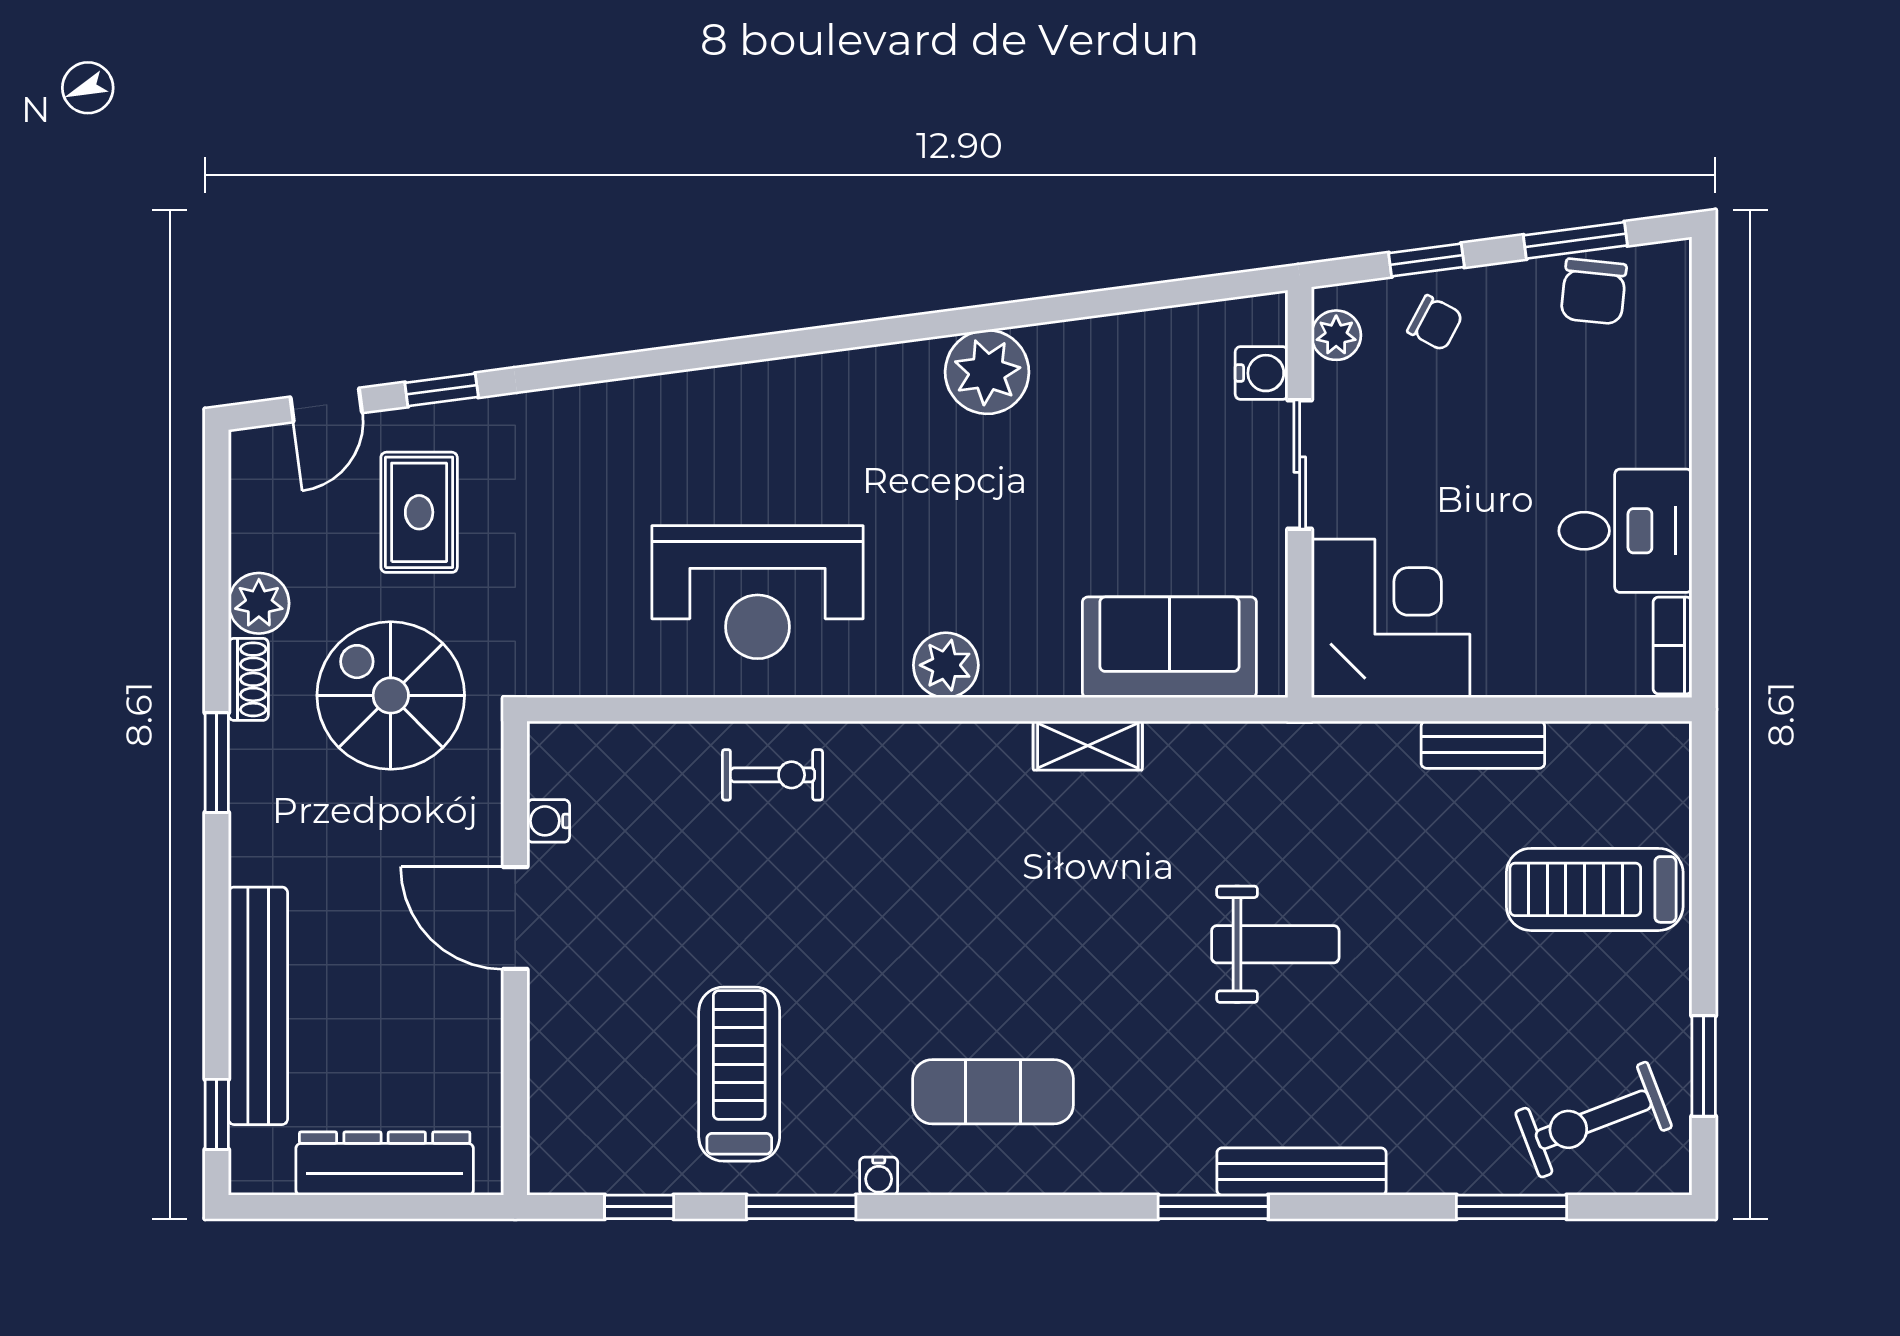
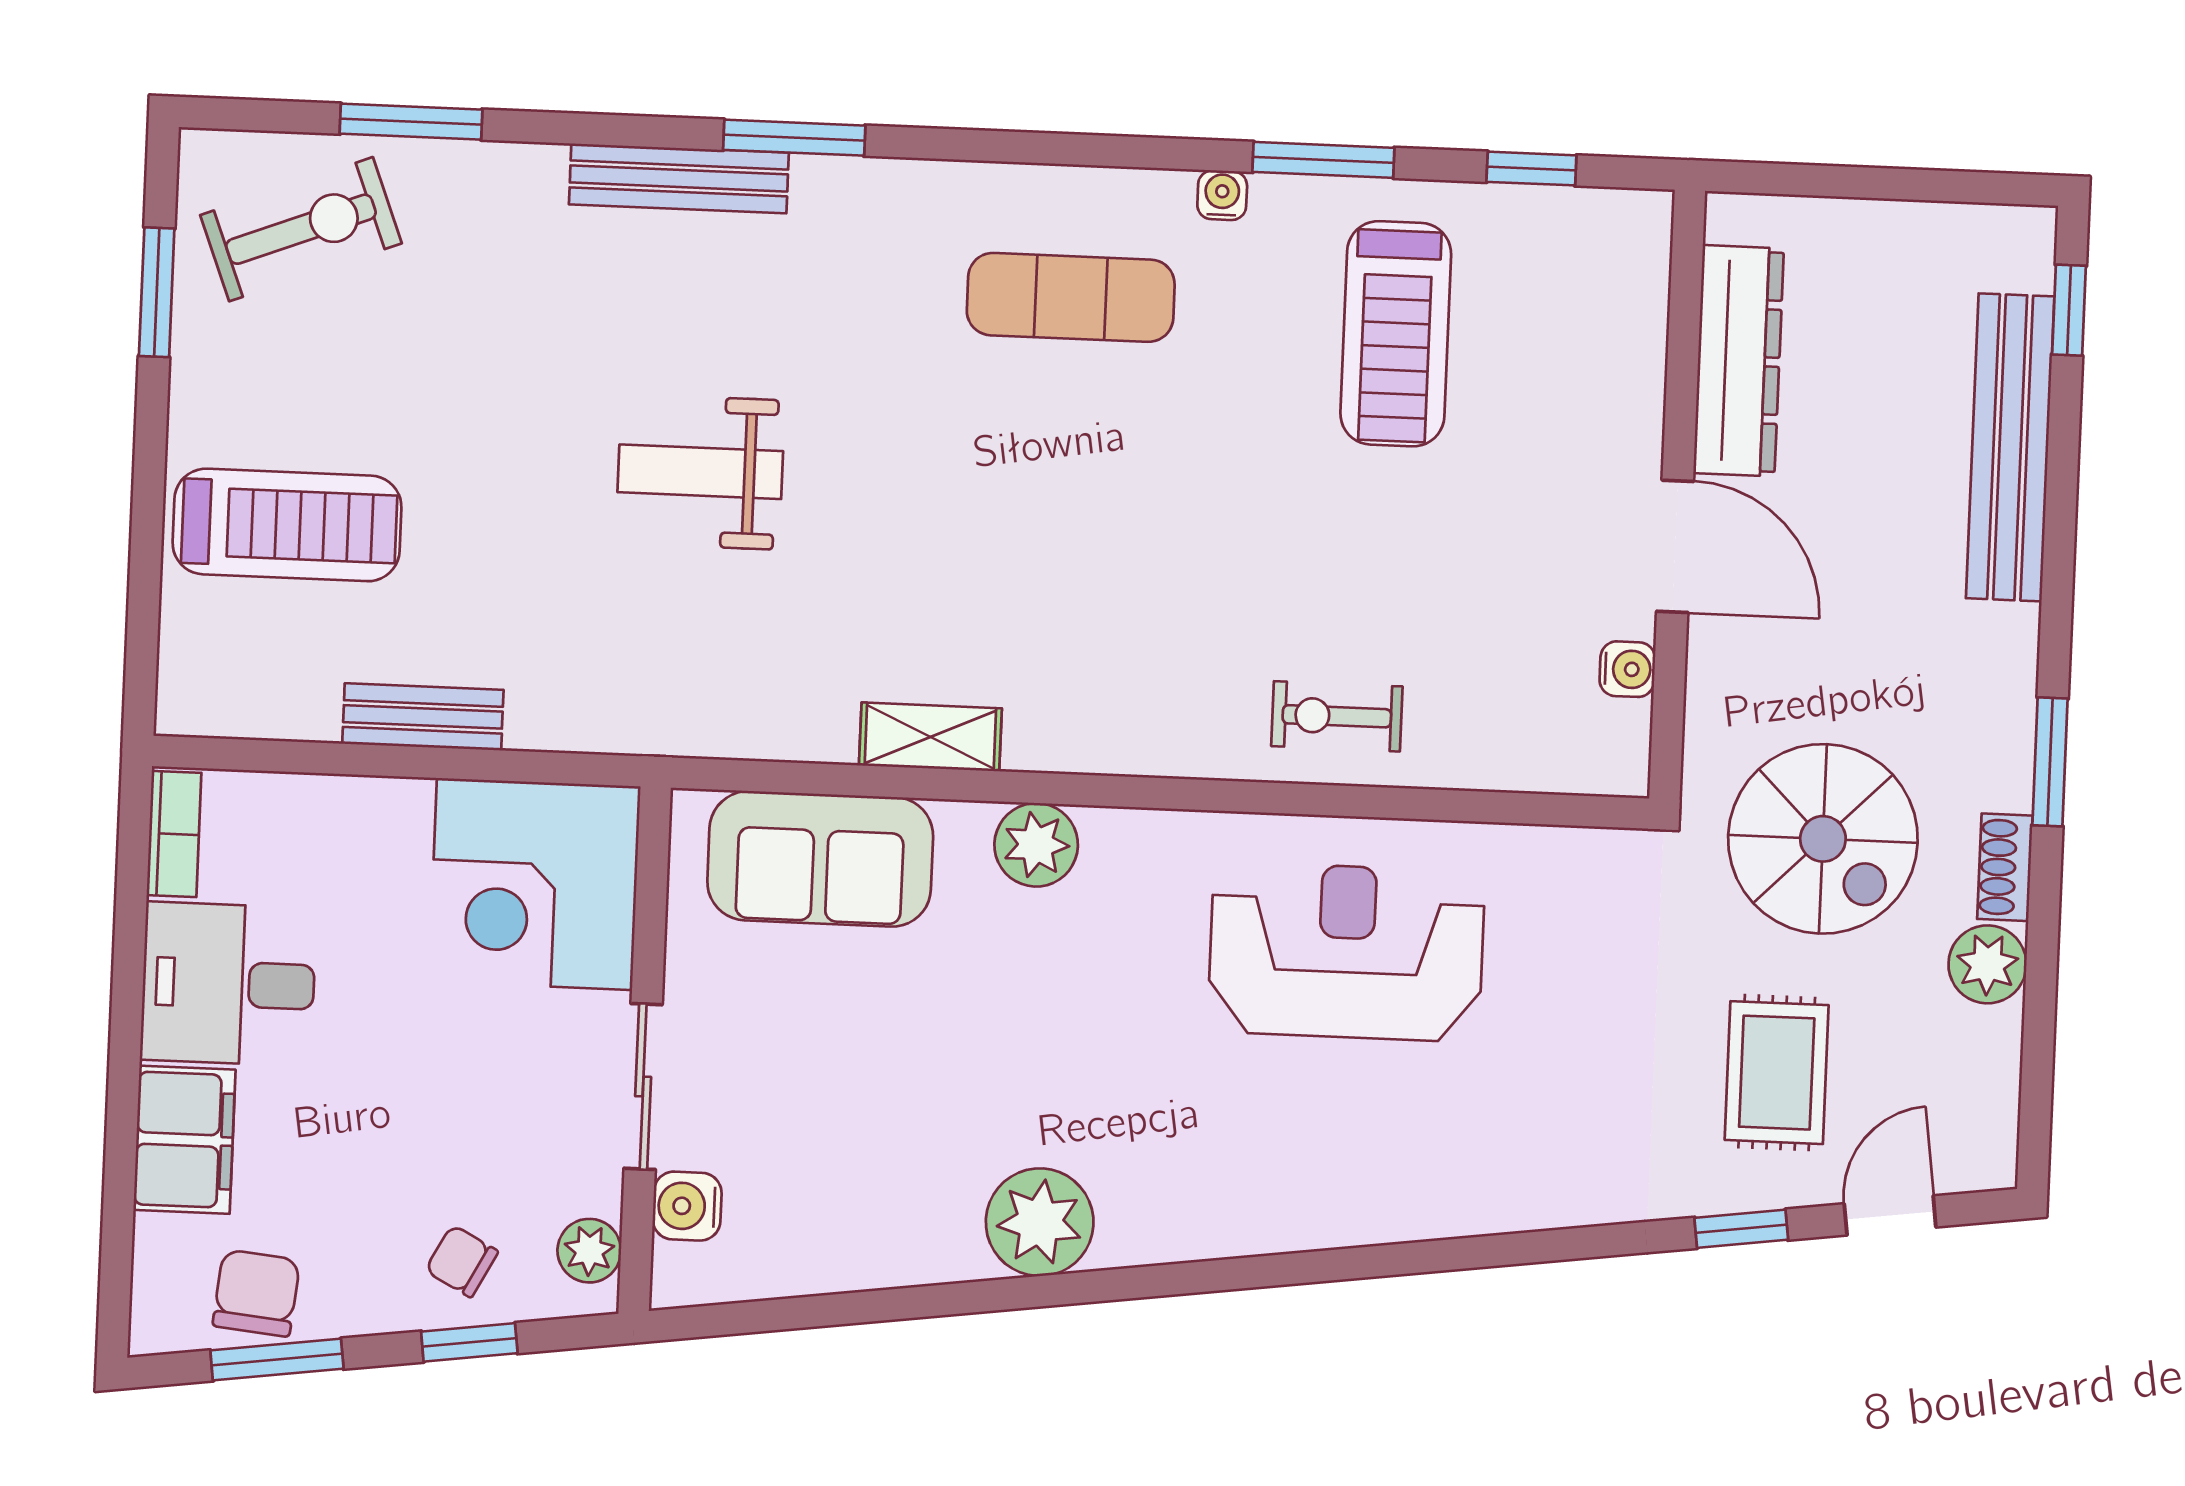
filing cabinet: (1654, 408) -> (184, 1140), added
plant: (946, 665) -> (1036, 845), moved
dresser: (385, 1164) -> (1739, 361), moved, turned -90

